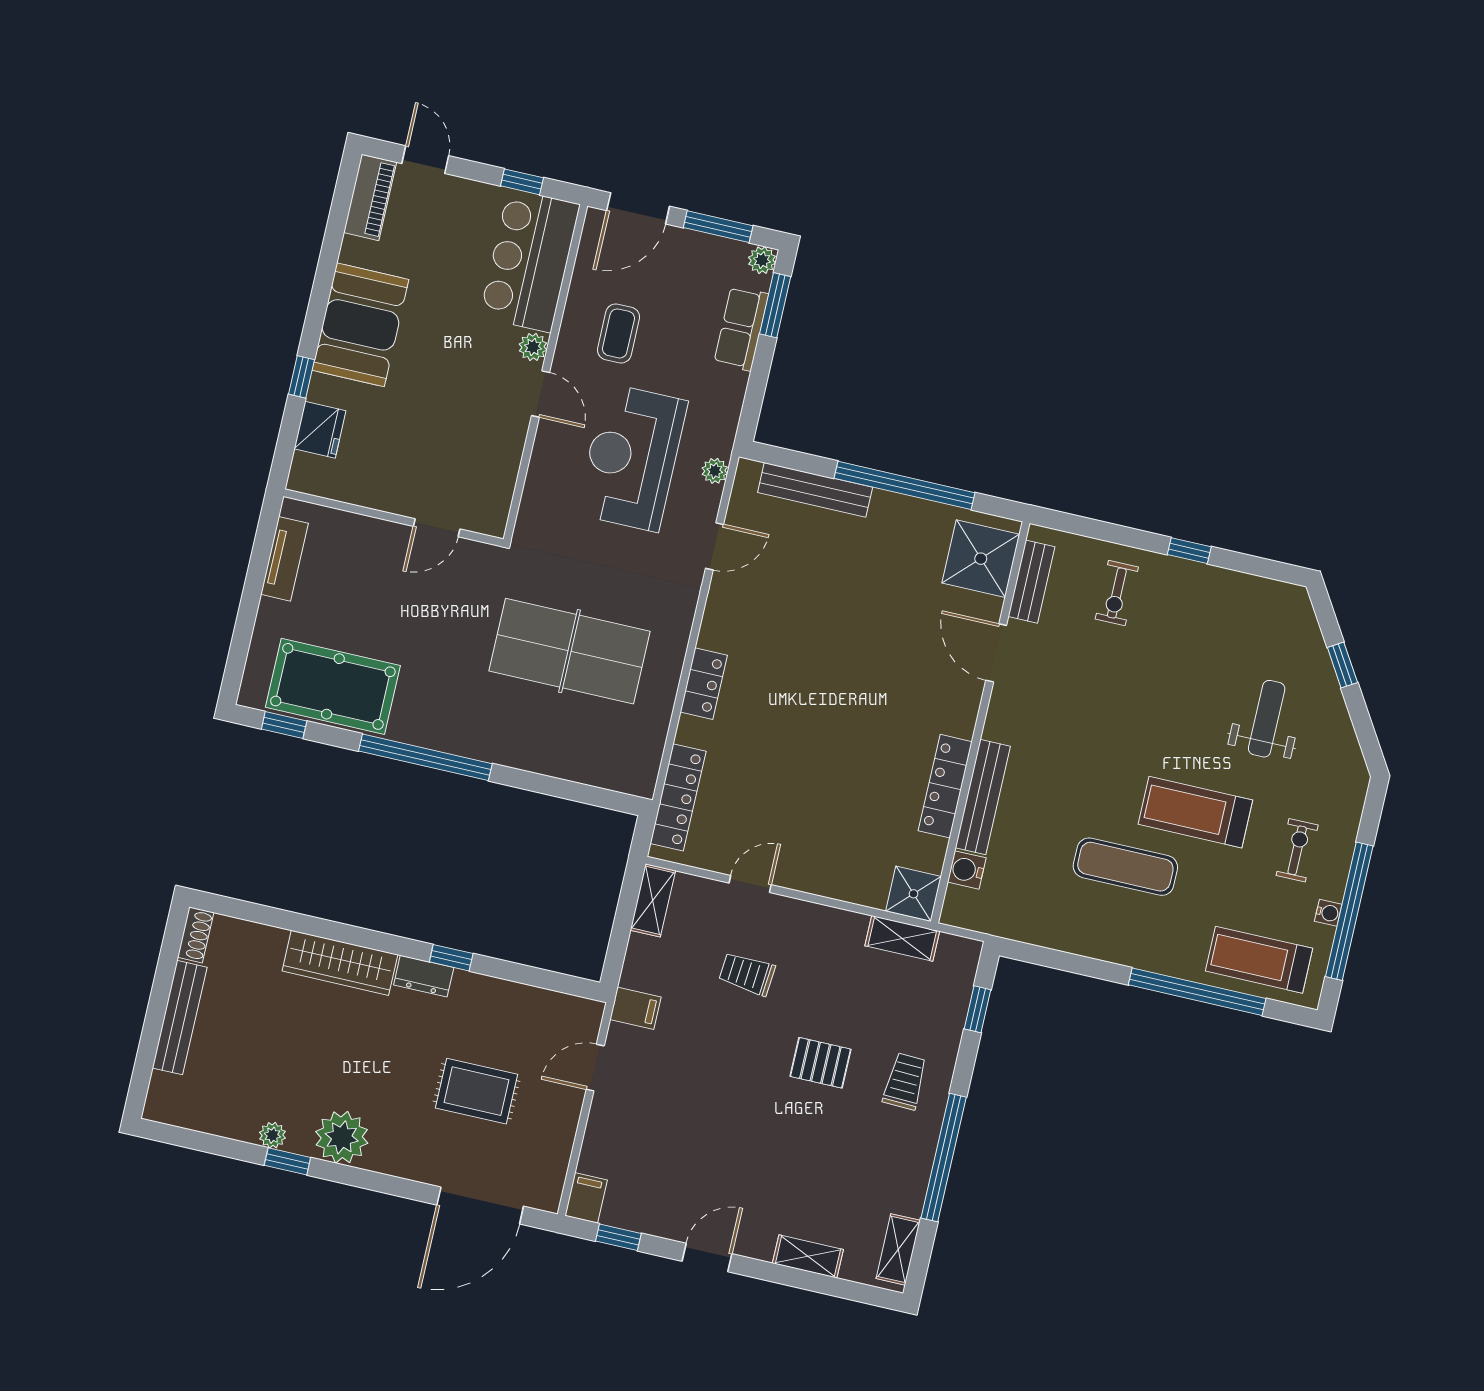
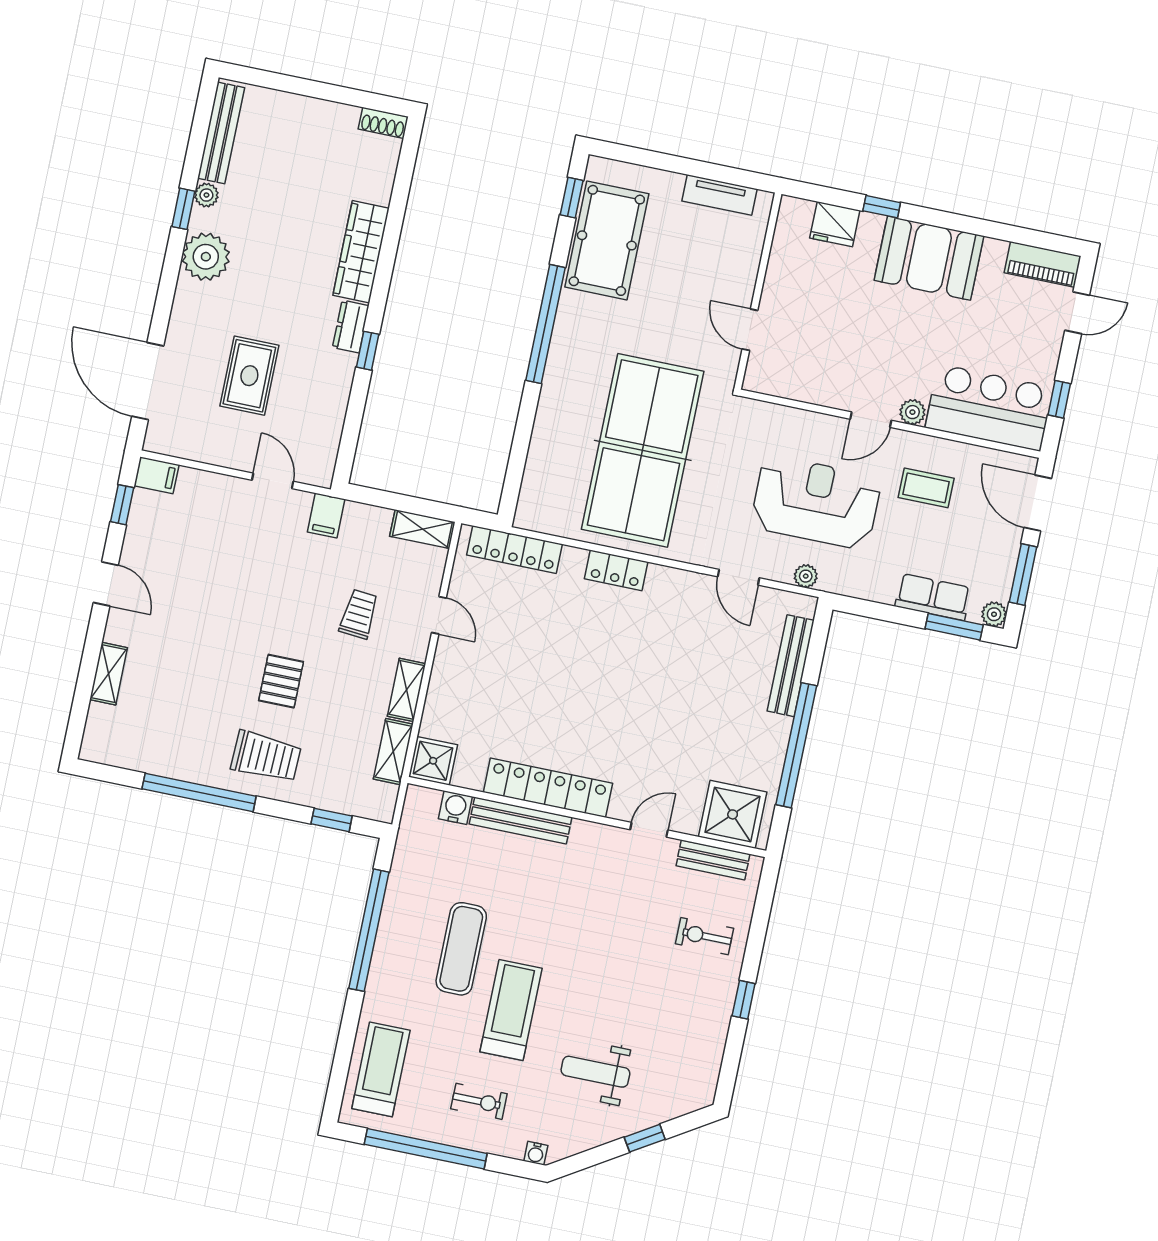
table tennis table: (570, 651) -> (643, 450), width x1.36, depth x1.32
door: (996, 653) -> (649, 830), width x0.73
weight bench: (1267, 719) -> (595, 1072), turned 180
locker: (945, 786) -> (548, 788), width x1.41, depth x1.21
water cooler: (1328, 913) -> (536, 1153), moved
window: (1197, 992) -> (369, 930), moved
bench: (180, 1018) -> (221, 133), moved, turned 90
trolley: (905, 1081) -> (266, 757), width x1.36, depth x1.39
shelving: (898, 1249) -> (407, 690), moved, turned 90

